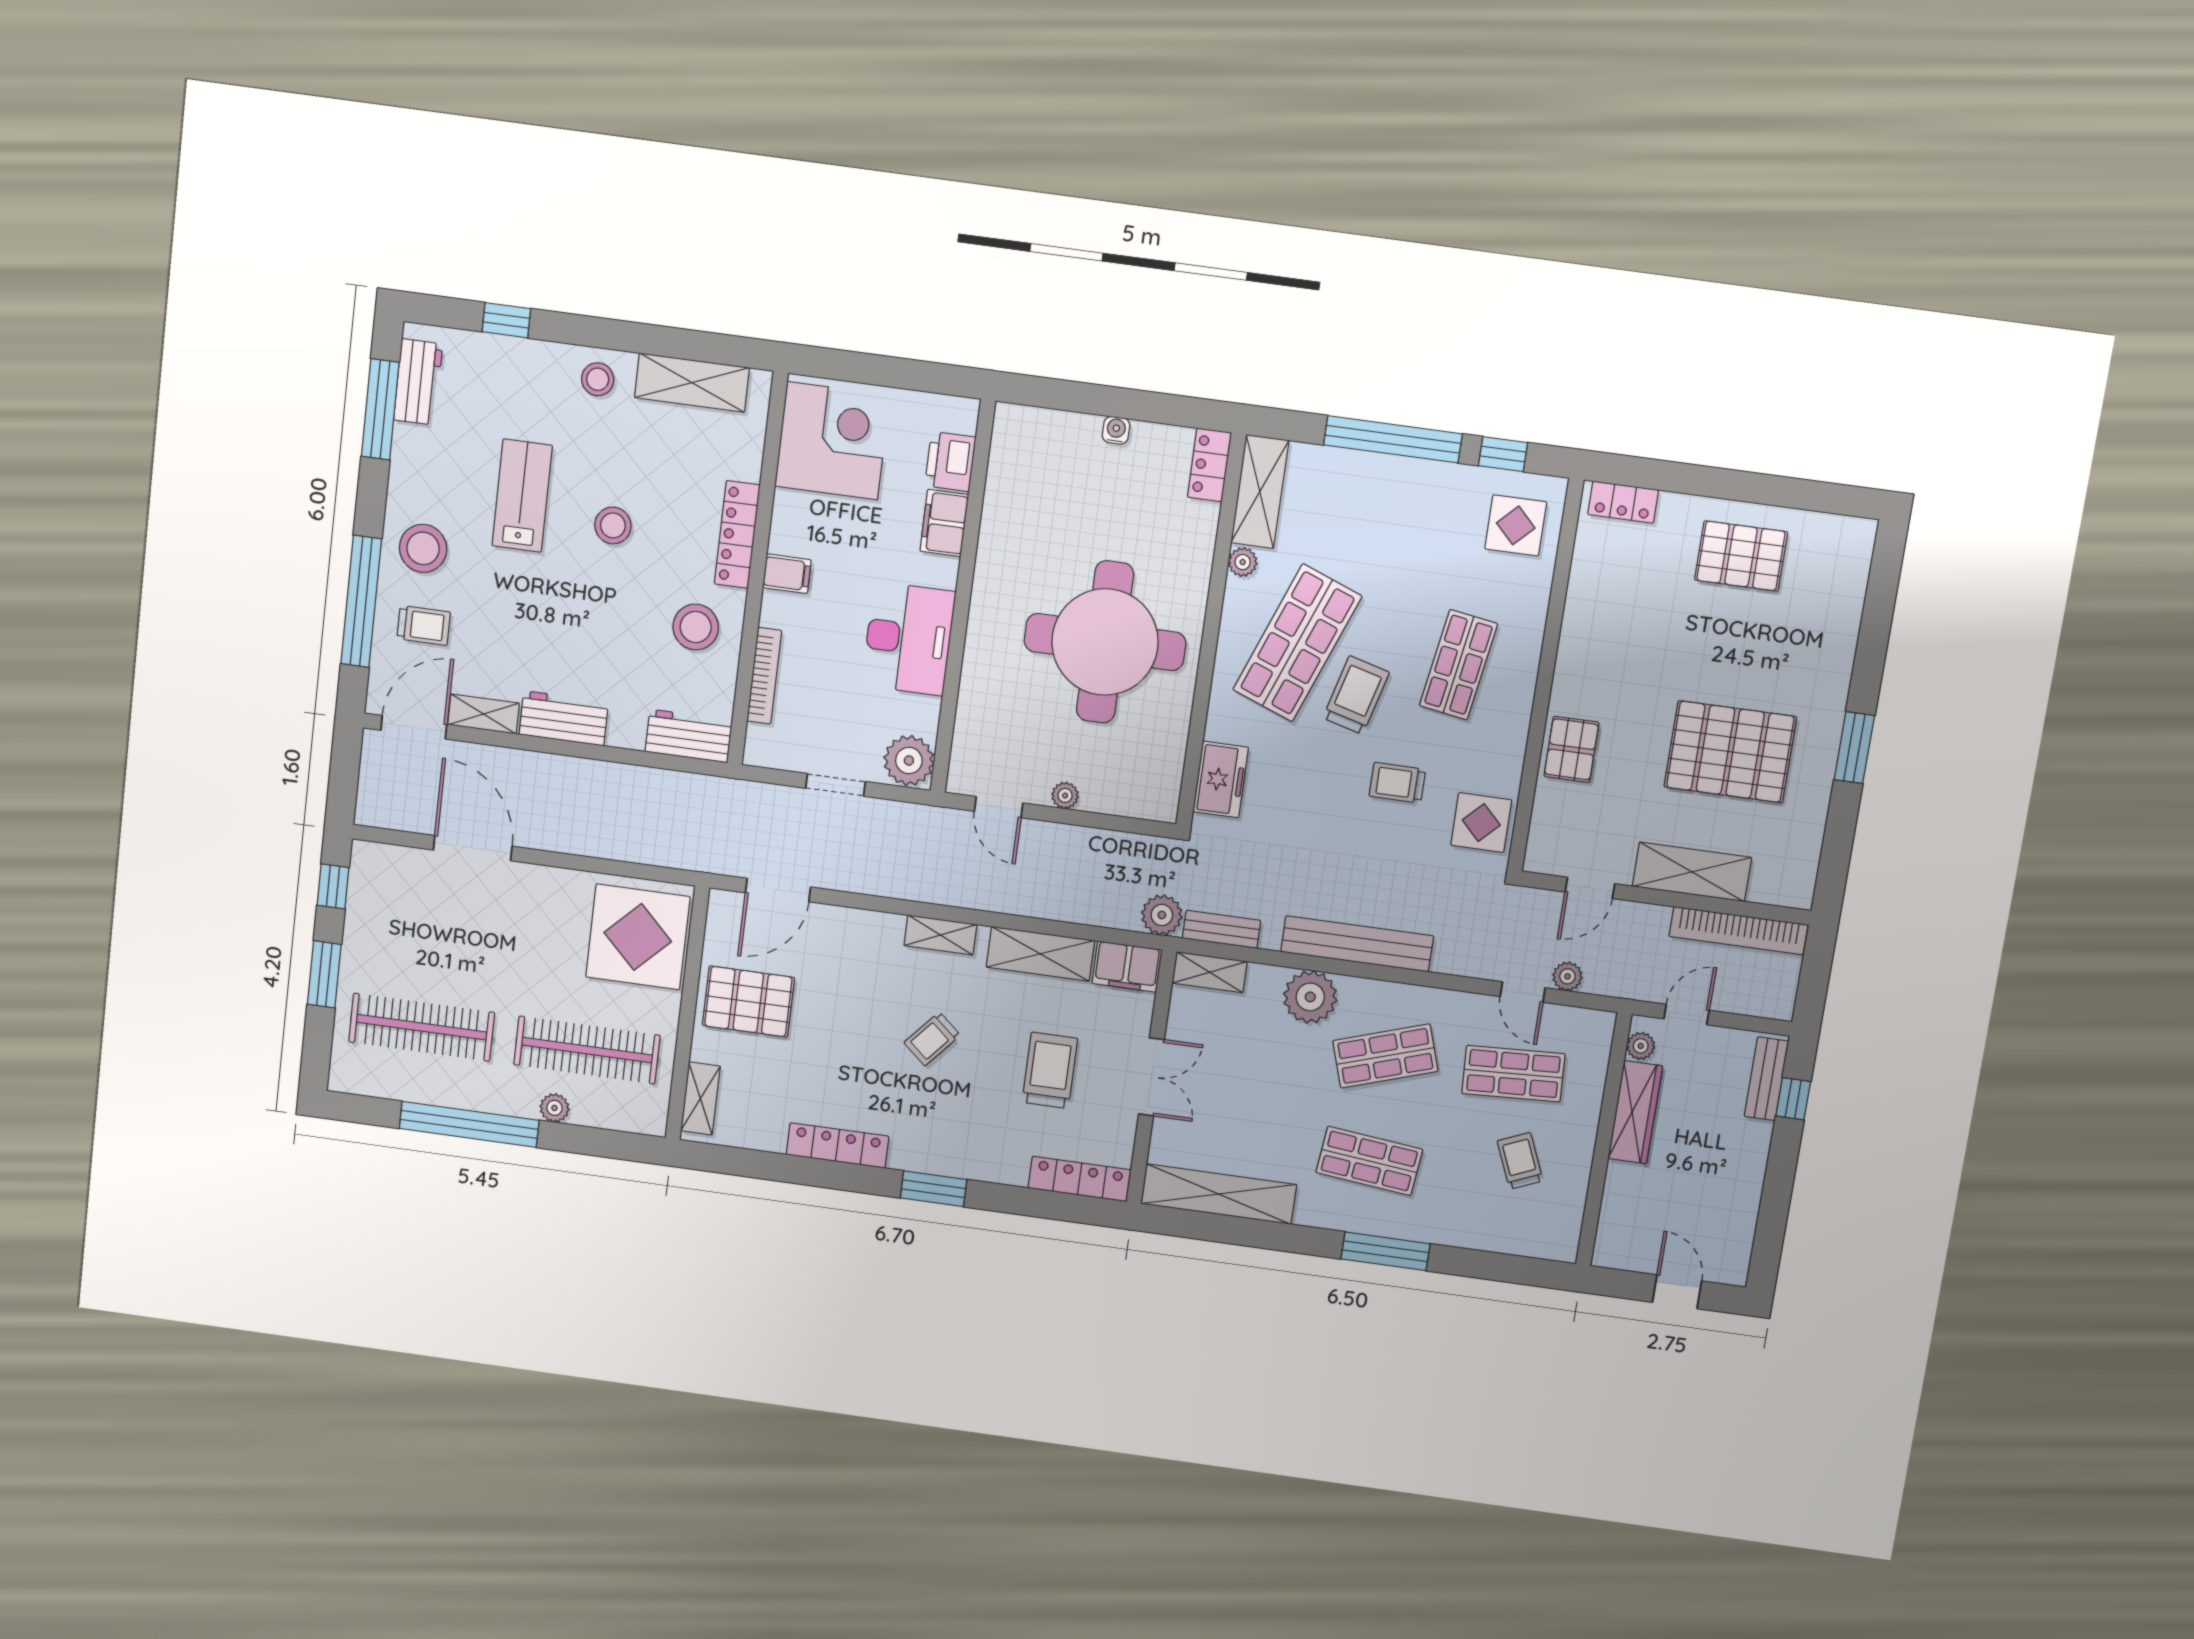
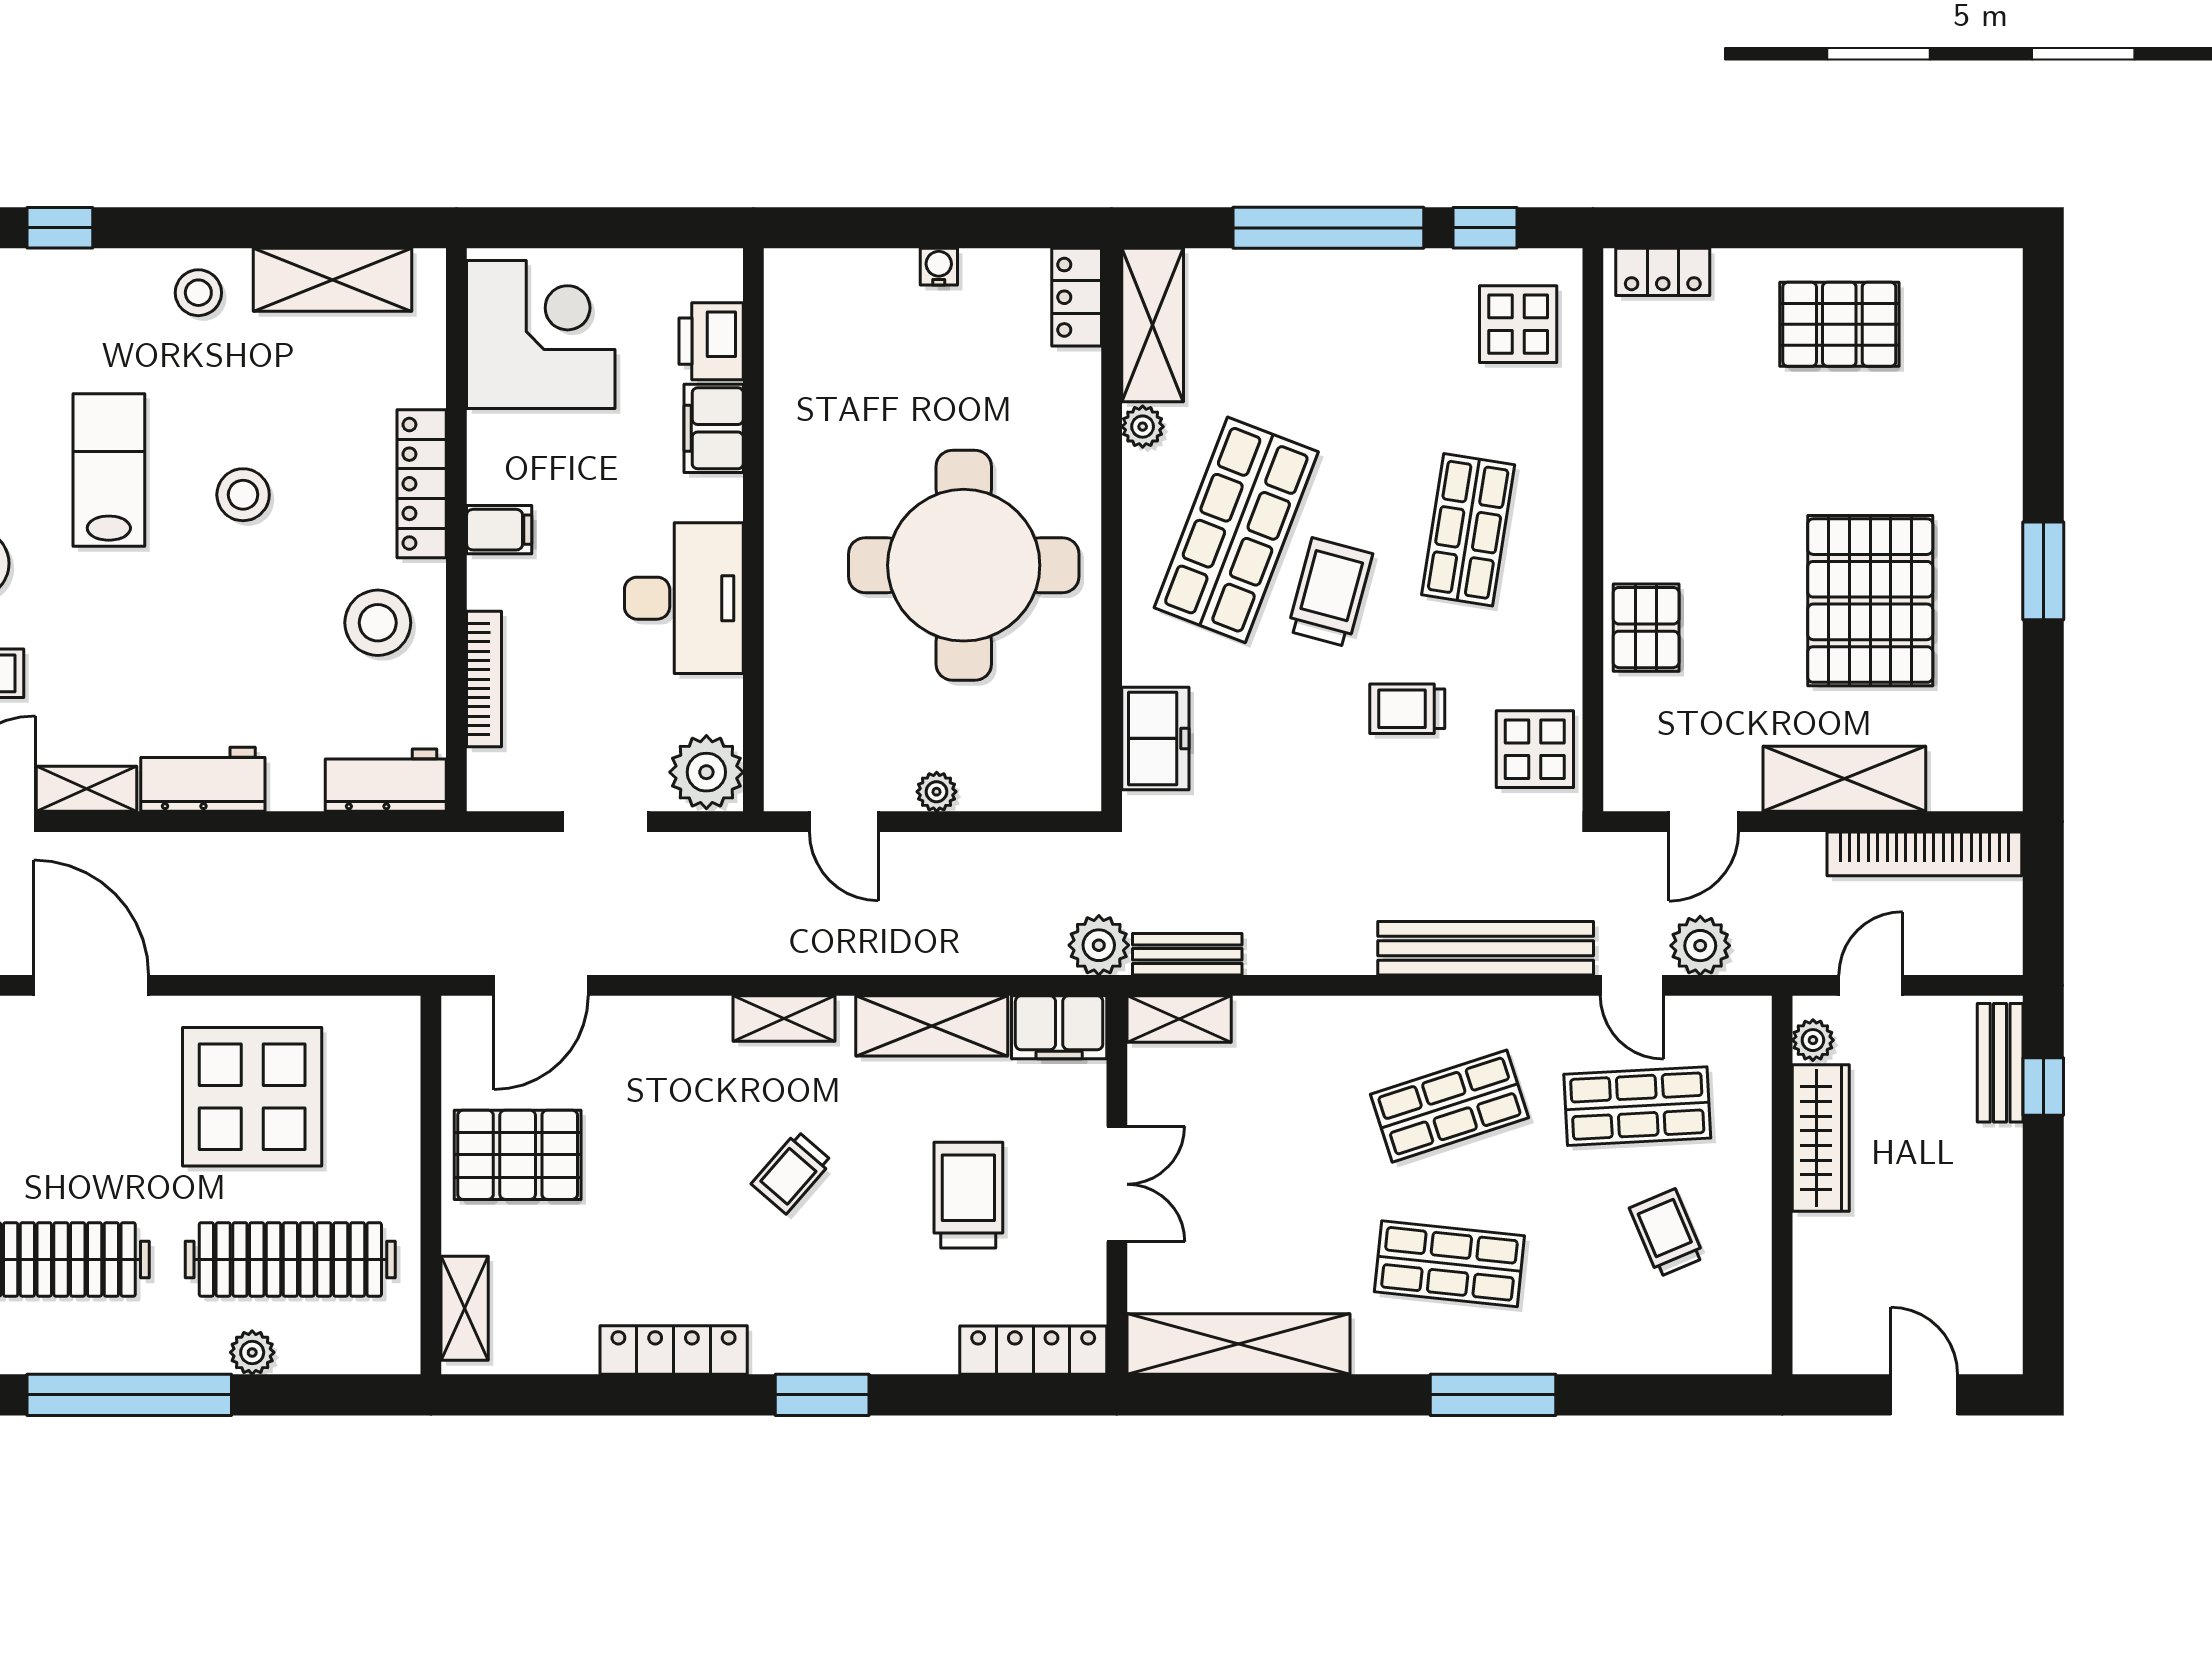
pallet: (1730, 752) -> (1870, 601), turned 90
display table: (638, 937) -> (252, 1097), moved
bench: (1357, 944) -> (1486, 948), moved
plant: (1567, 976) -> (1700, 946), width x1.38, depth x1.38
plant: (1310, 997) -> (1329, 1035), removed

